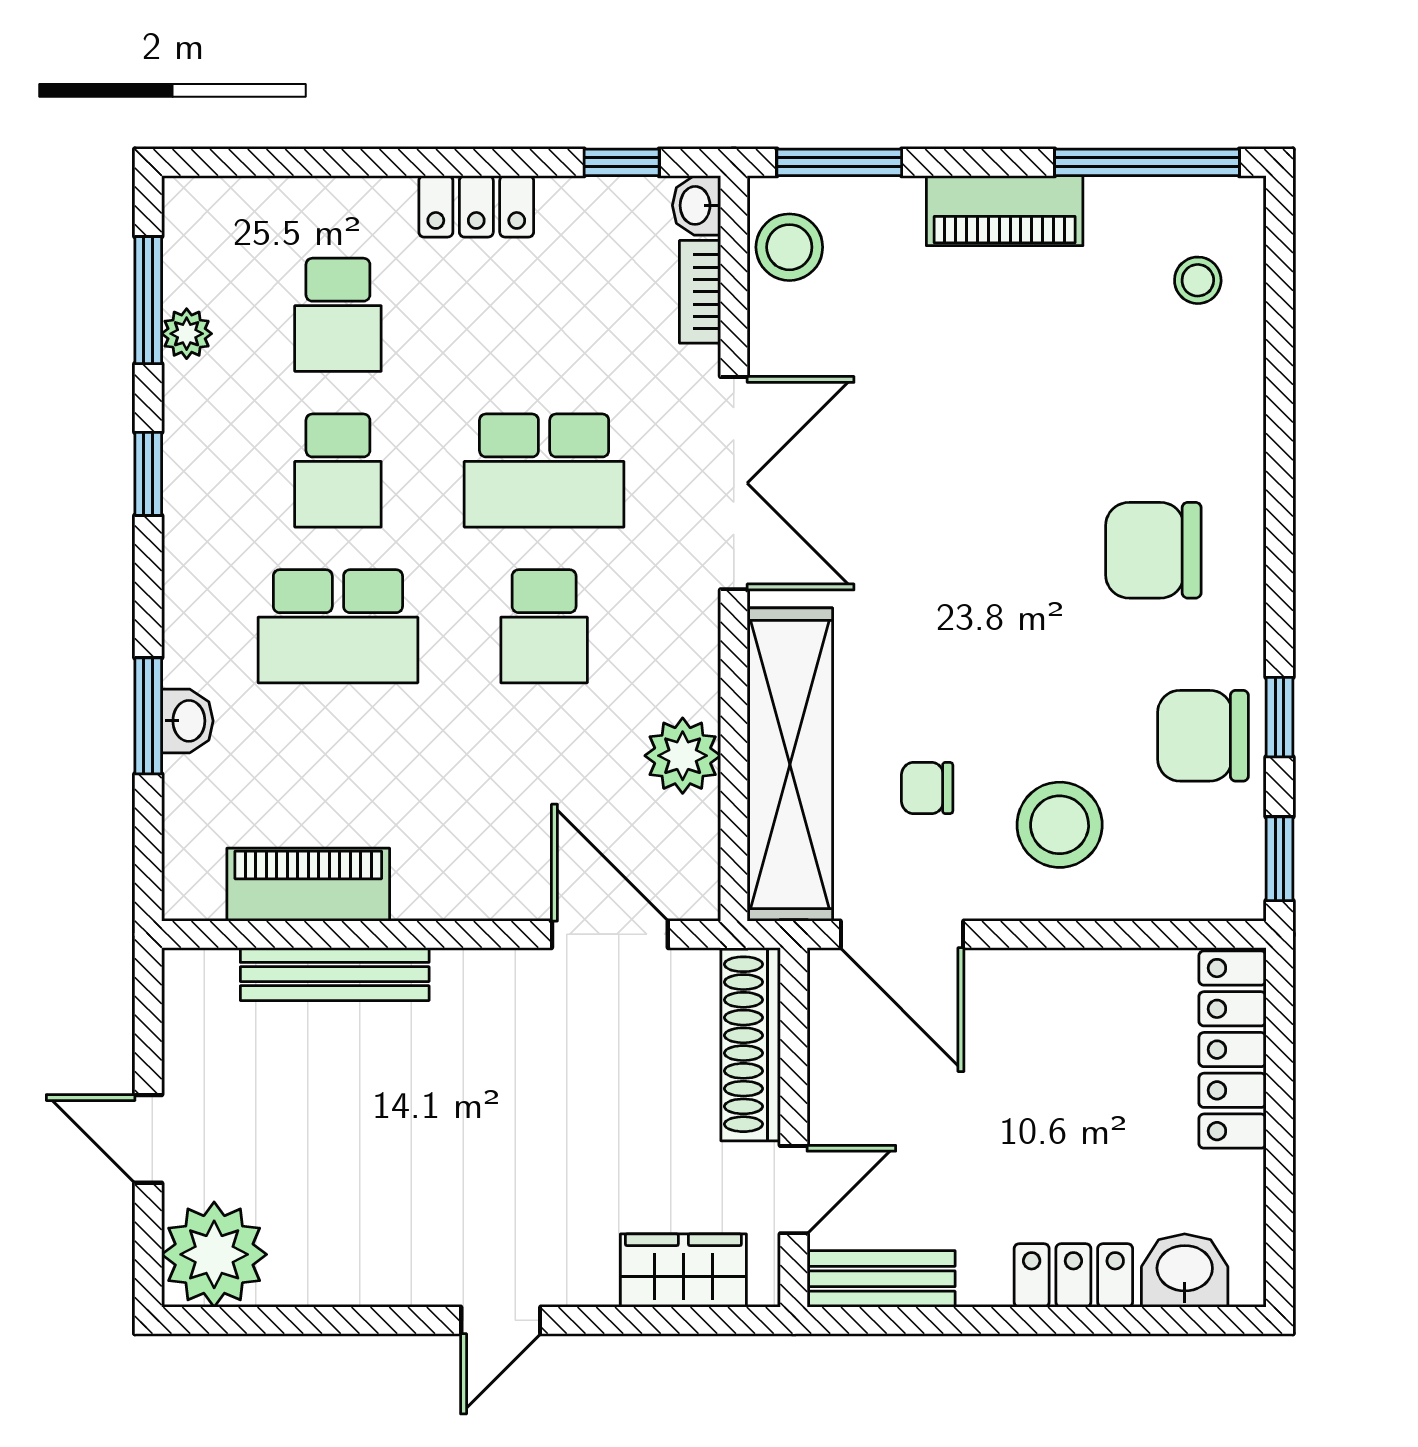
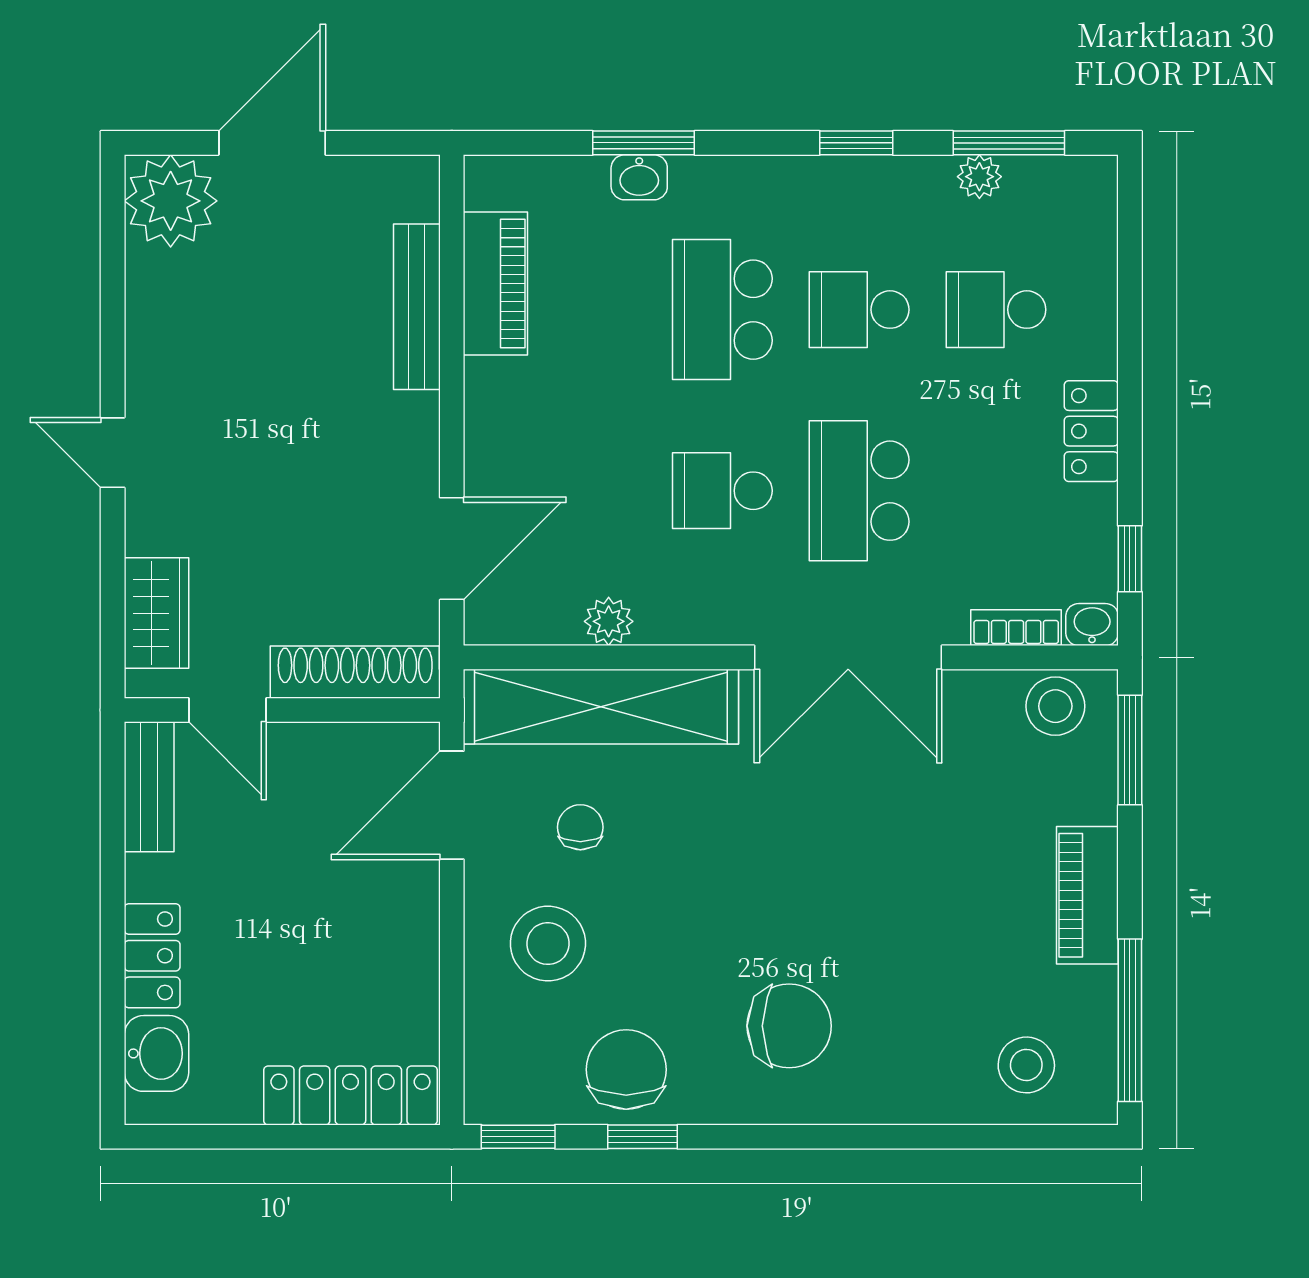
stool: (1198, 280) -> (1026, 1065), width x1.37, depth x1.37
chair: (1153, 550) -> (789, 1026), turned 90
plant: (683, 756) -> (609, 621), width x0.73, depth x0.73
door: (148, 1139) -> (272, 143), width x1.38

